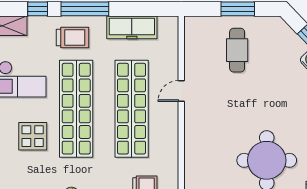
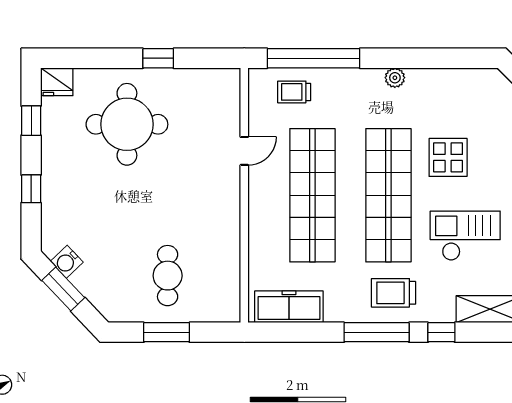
freezer: (132, 27) -> (289, 307), moved
door: (181, 91) -> (244, 151), moved

